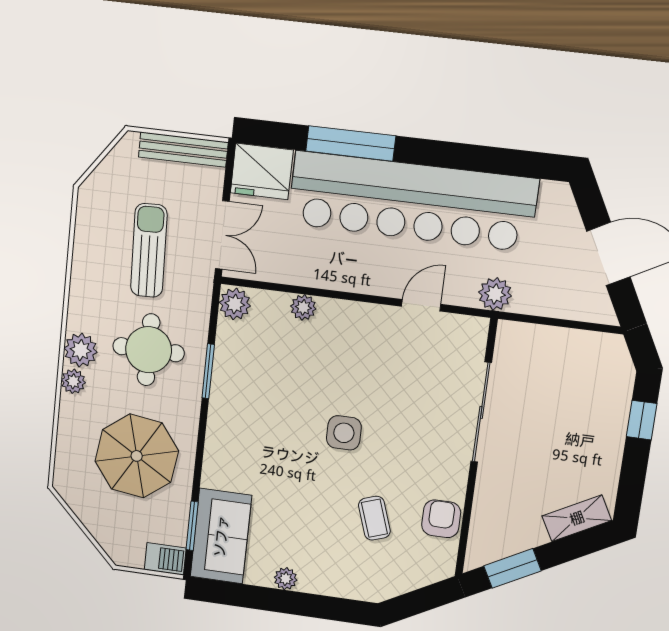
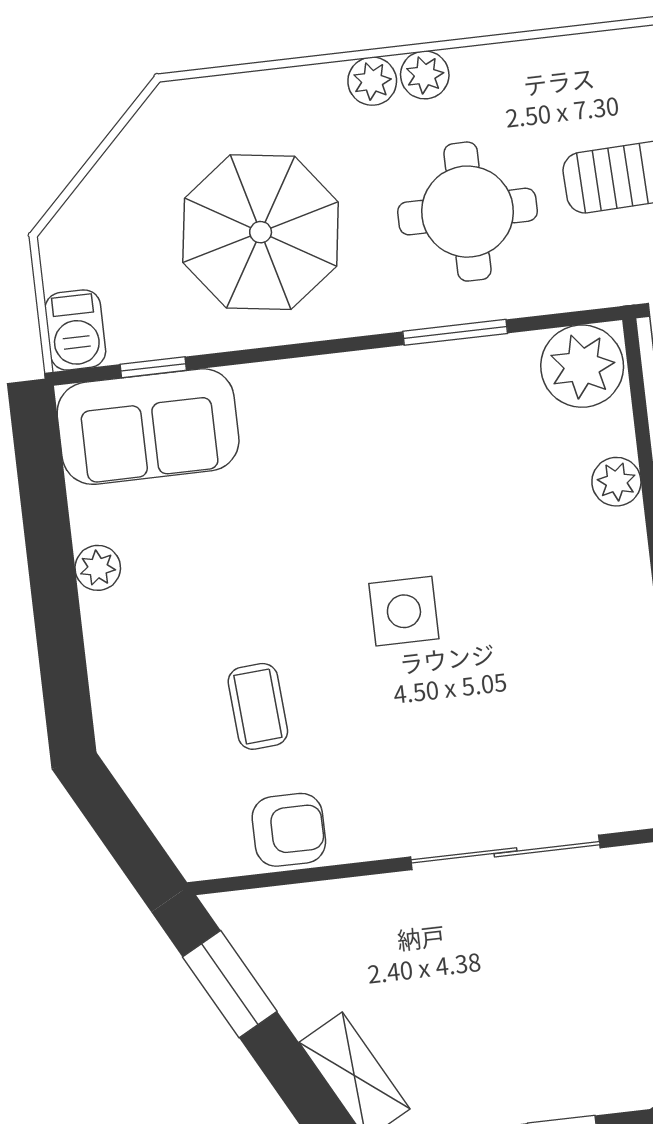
plant: (235, 304) -> (582, 366), width x1.36, depth x1.36
plant: (81, 350) -> (425, 75), width x0.73, depth x0.73
coffee table: (374, 518) -> (258, 706), turned -75
window: (192, 526) -> (153, 367), width x0.67

